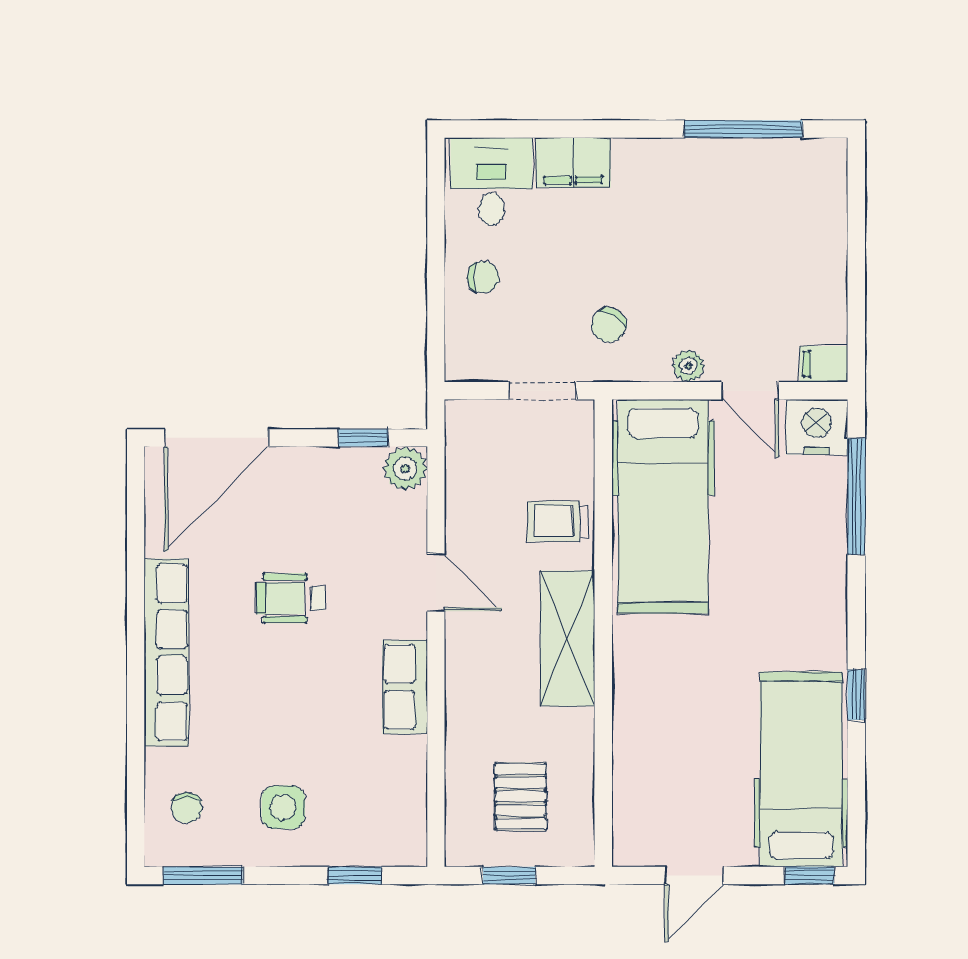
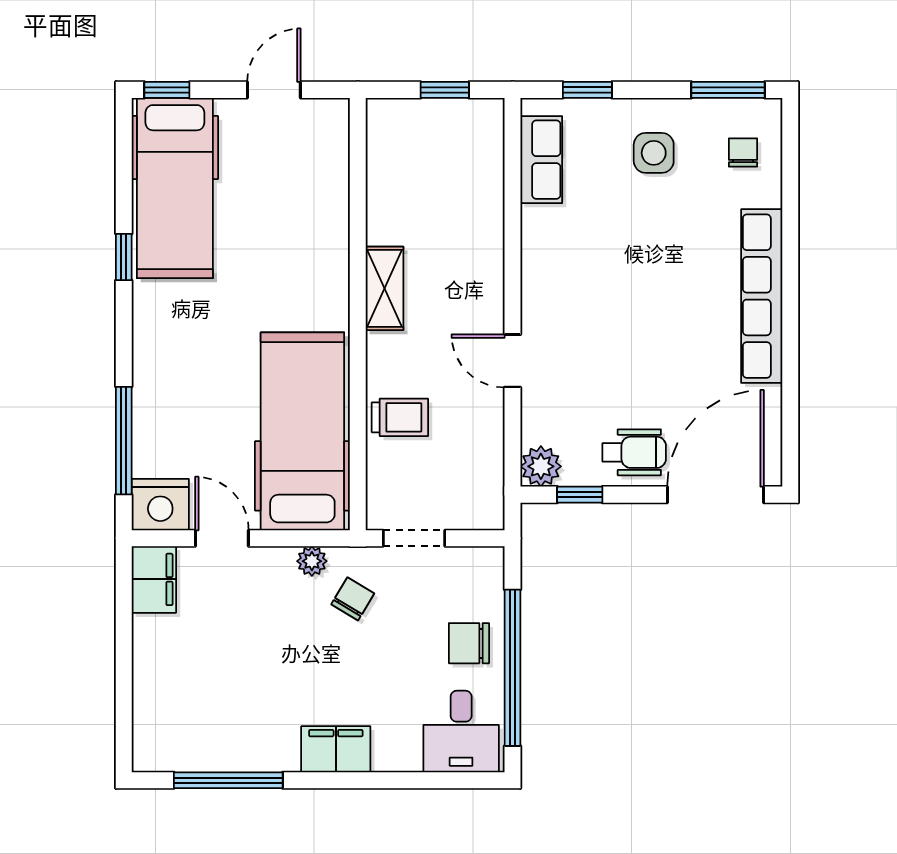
filing cabinet: (573, 163) -> (336, 749), moved
window: (436, 251) -> (513, 668), added
chair: (483, 277) -> (469, 643), width x1.37, depth x1.37
filing cabinet: (824, 364) -> (154, 579), width x2.00
plant: (688, 366) -> (312, 561), moved
wheelchair: (290, 598) -> (634, 452), moved
shelving: (567, 638) -> (385, 288), width x0.67, depth x0.75
row of seats: (405, 687) -> (541, 160), moved
pallet: (521, 796) -> (434, 163), removed

